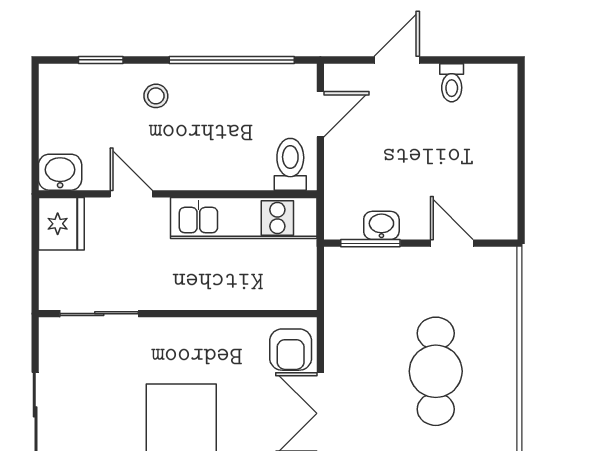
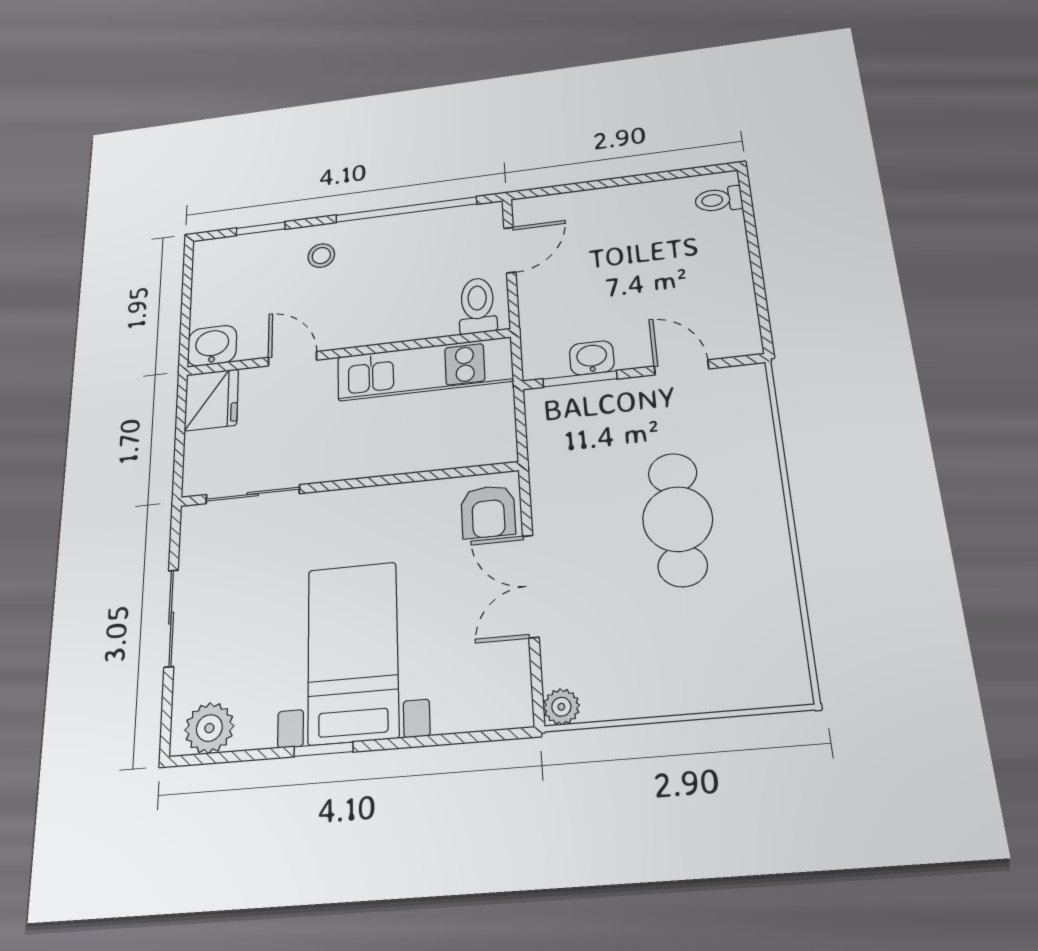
door: (397, 60) -> (595, 185), removed
toilet: (452, 83) -> (719, 200), moved, turned 90

